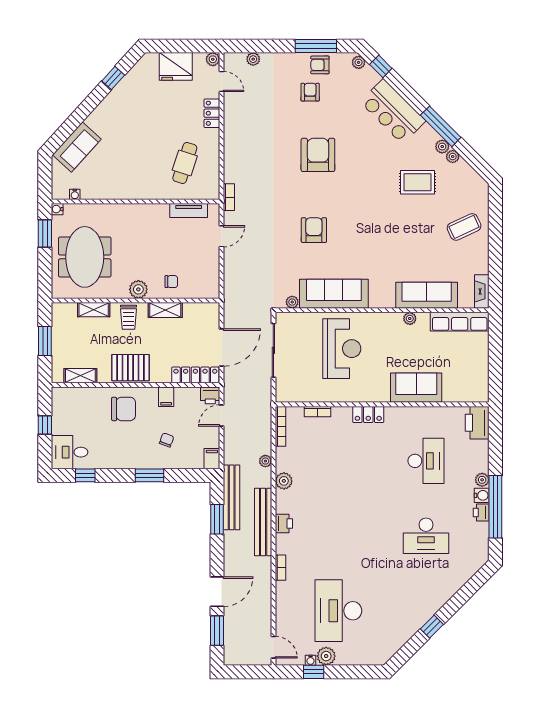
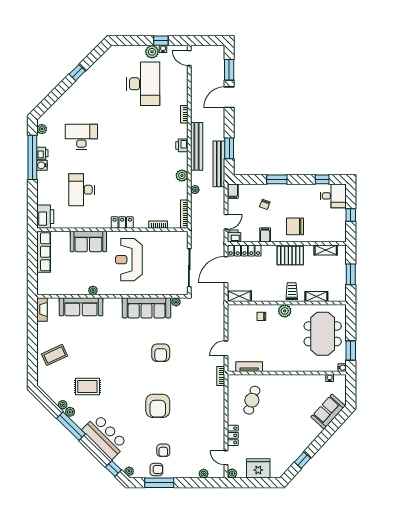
shelving: (165, 310) -> (239, 296), moved
row of seats: (460, 322) -> (44, 252), moved, turned 90
reception desk: (342, 349) -> (129, 260), moved
plant: (482, 480) -> (42, 129), moved

